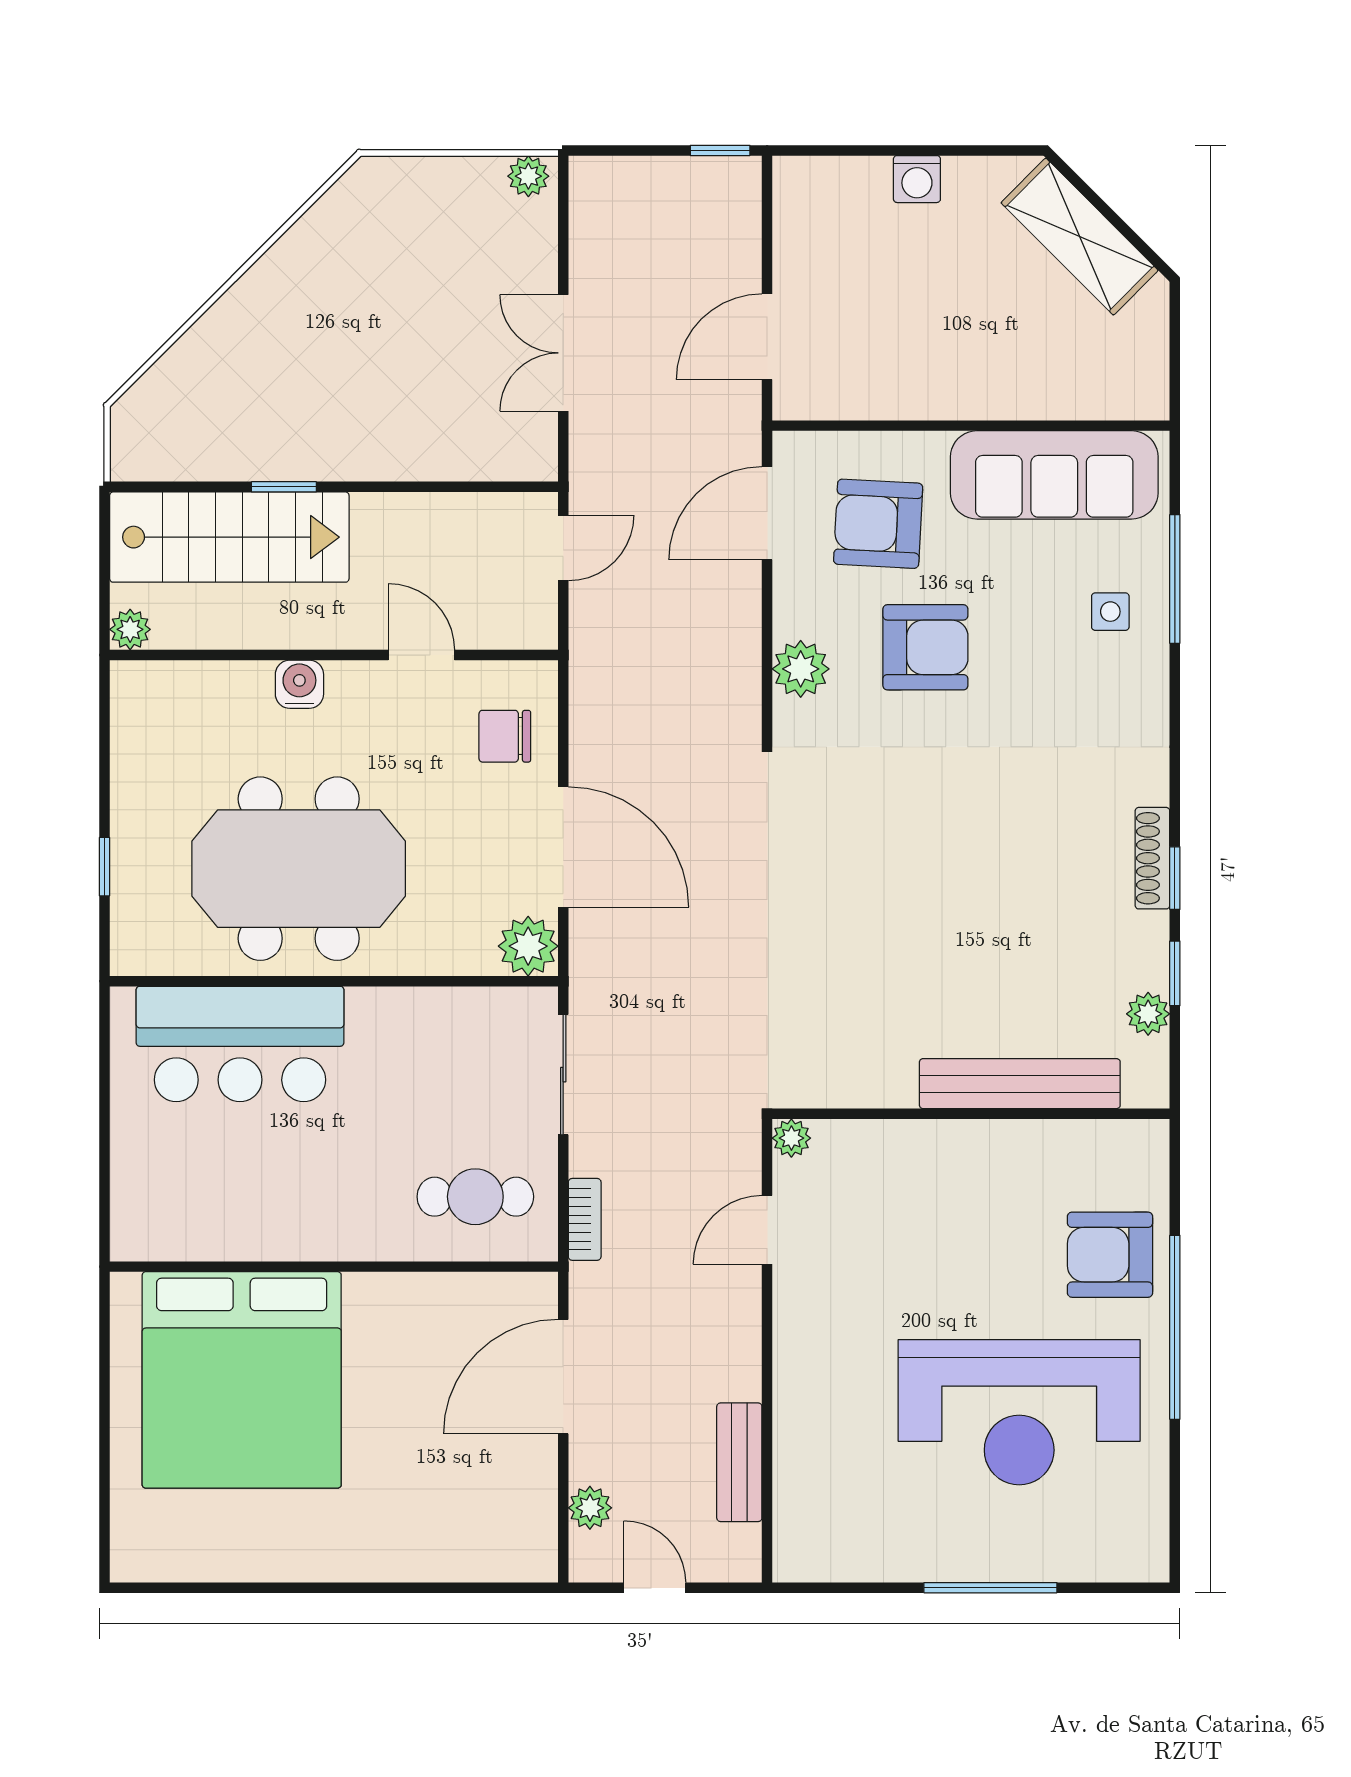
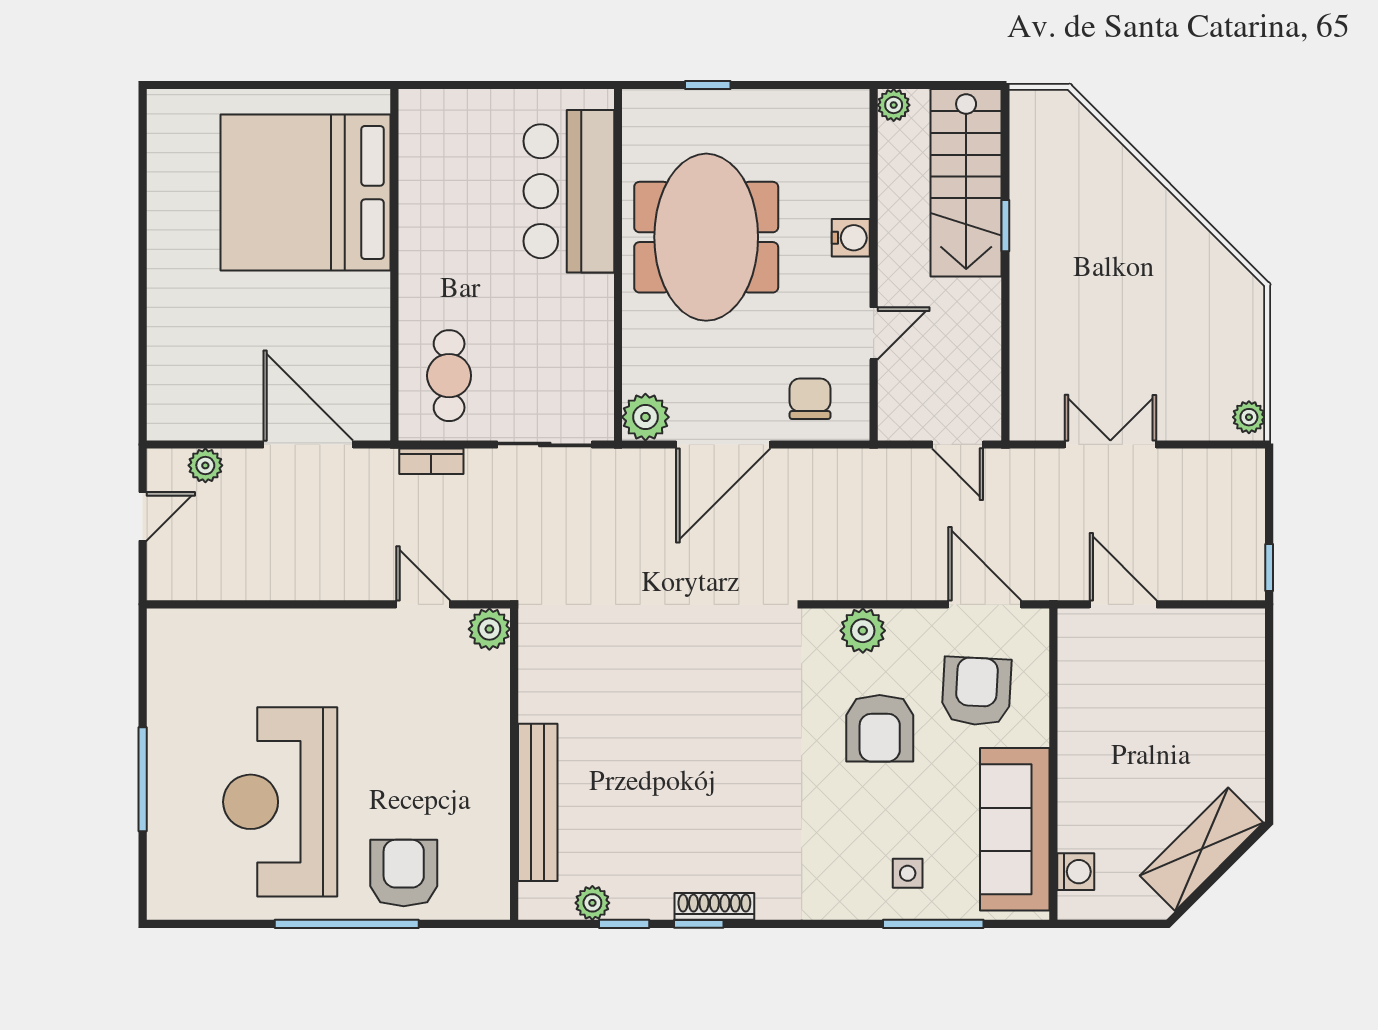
washing machine: (917, 179) -> (1076, 872), moved, turned 180
plant: (791, 1138) -> (489, 629), width x1.38, depth x1.38
bench: (739, 1462) -> (241, 583), removed

